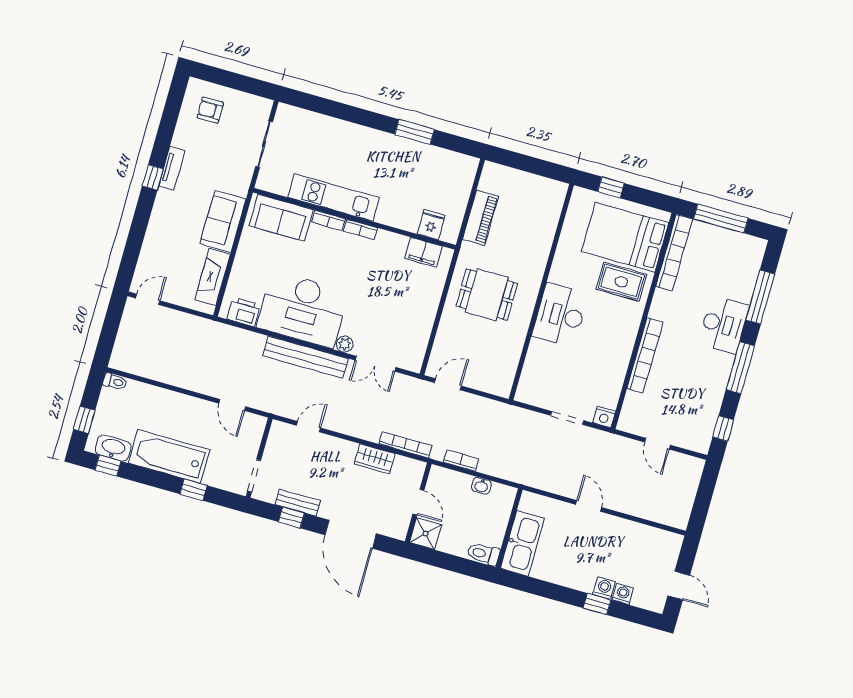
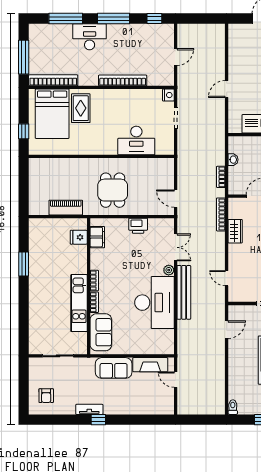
door: (148, 299) -> (176, 380), moved
printer: (244, 312) -> (138, 226), moved, turned -90
desk: (560, 315) -> (136, 141), moved

